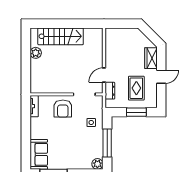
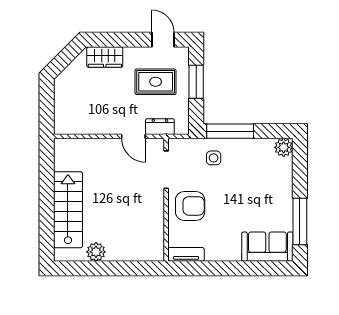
door: (161, 77) -> (163, 40), moved
window: (107, 143) -> (230, 131), moved

